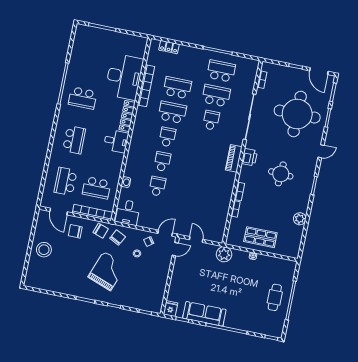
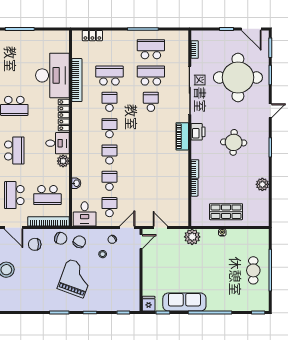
school desk: (172, 112) -> (109, 102), width x0.54
plant: (118, 159) -> (63, 161), added
school desk: (152, 211) -> (109, 207), added

